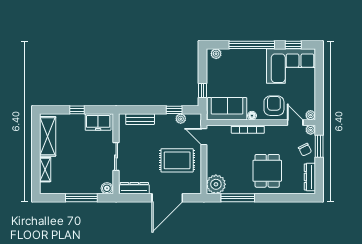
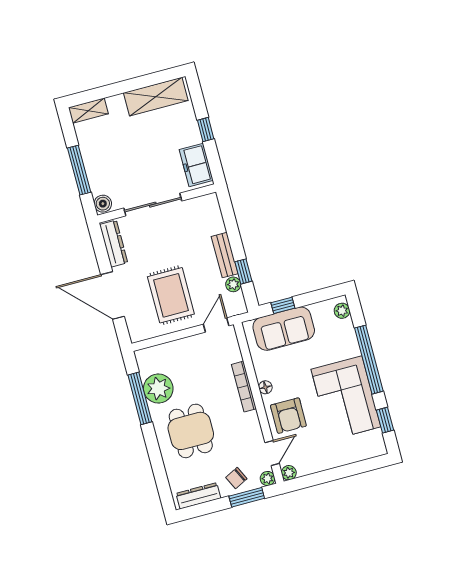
corner sofa: (291, 66) -> (346, 398), moved
armchair: (274, 106) -> (288, 416), turned 90
sofa: (227, 109) -> (284, 329), moved, turned 90
bench: (140, 119) -> (225, 255), moved
sliding door: (116, 157) -> (153, 205), width x1.37
shelving: (45, 170) -> (88, 111), moved
dining table: (267, 171) -> (191, 431), turned 90
plant: (216, 184) -> (158, 388), moved

